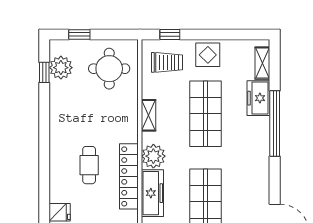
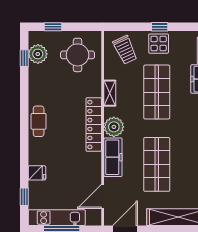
window: (170, 34) -> (160, 27), moved
trolley: (167, 62) -> (125, 50), turned 65
cafe table: (89, 165) -> (39, 121), moved
locker: (129, 176) -> (94, 125), moved

